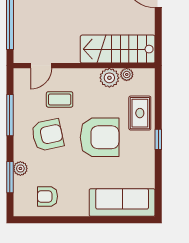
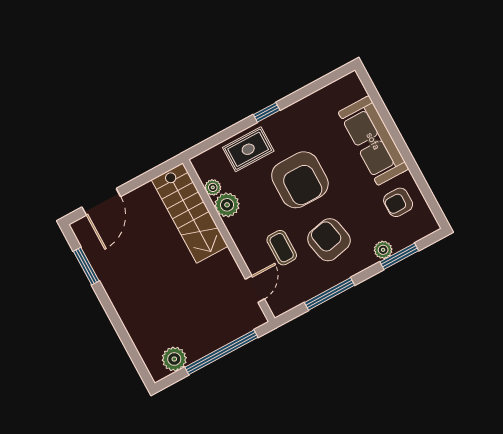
door: (41, 66) -> (255, 289), hinge flipped
armchair: (100, 137) -> (300, 180), turned 180
armchair: (48, 196) -> (398, 202), turned 90
sofa: (122, 203) -> (373, 141), moved

